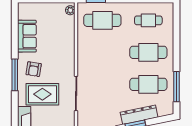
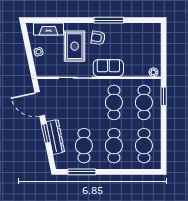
cafe table: (148, 20) -> (144, 146), width x1.37, depth x1.35
sofa: (27, 36) -> (108, 68), moved, turned 180
cafe table: (102, 52) -> (114, 102), added
window: (15, 75) -> (109, 20), moved

